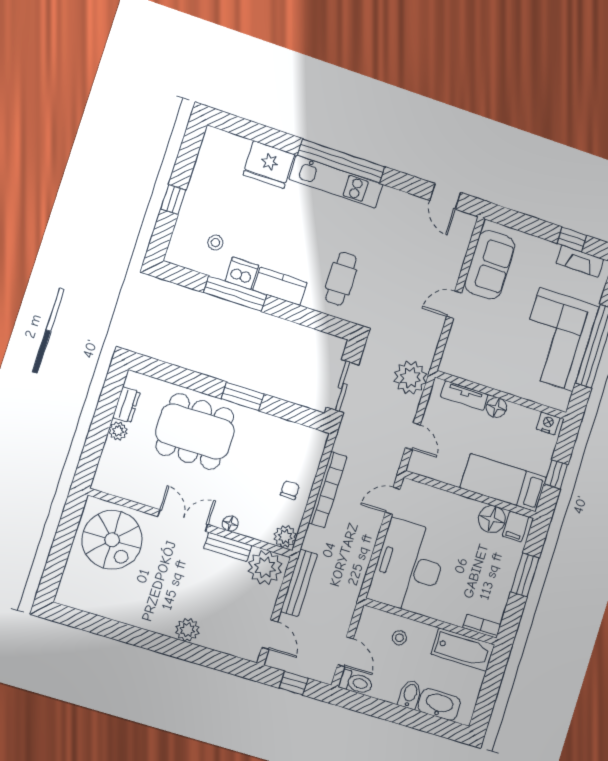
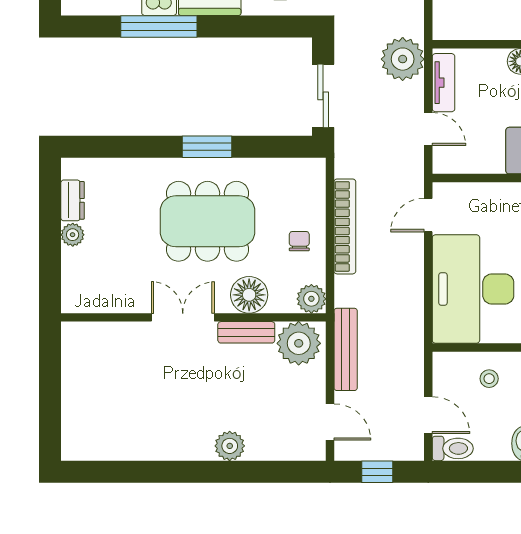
tv unit: (464, 396) -> (444, 83), moved, turned -90
dining table: (195, 432) -> (208, 221), moved
floor lamp: (230, 524) -> (249, 295), width x1.89, depth x1.89
spiral stairs: (112, 540) -> (107, 366), removed

